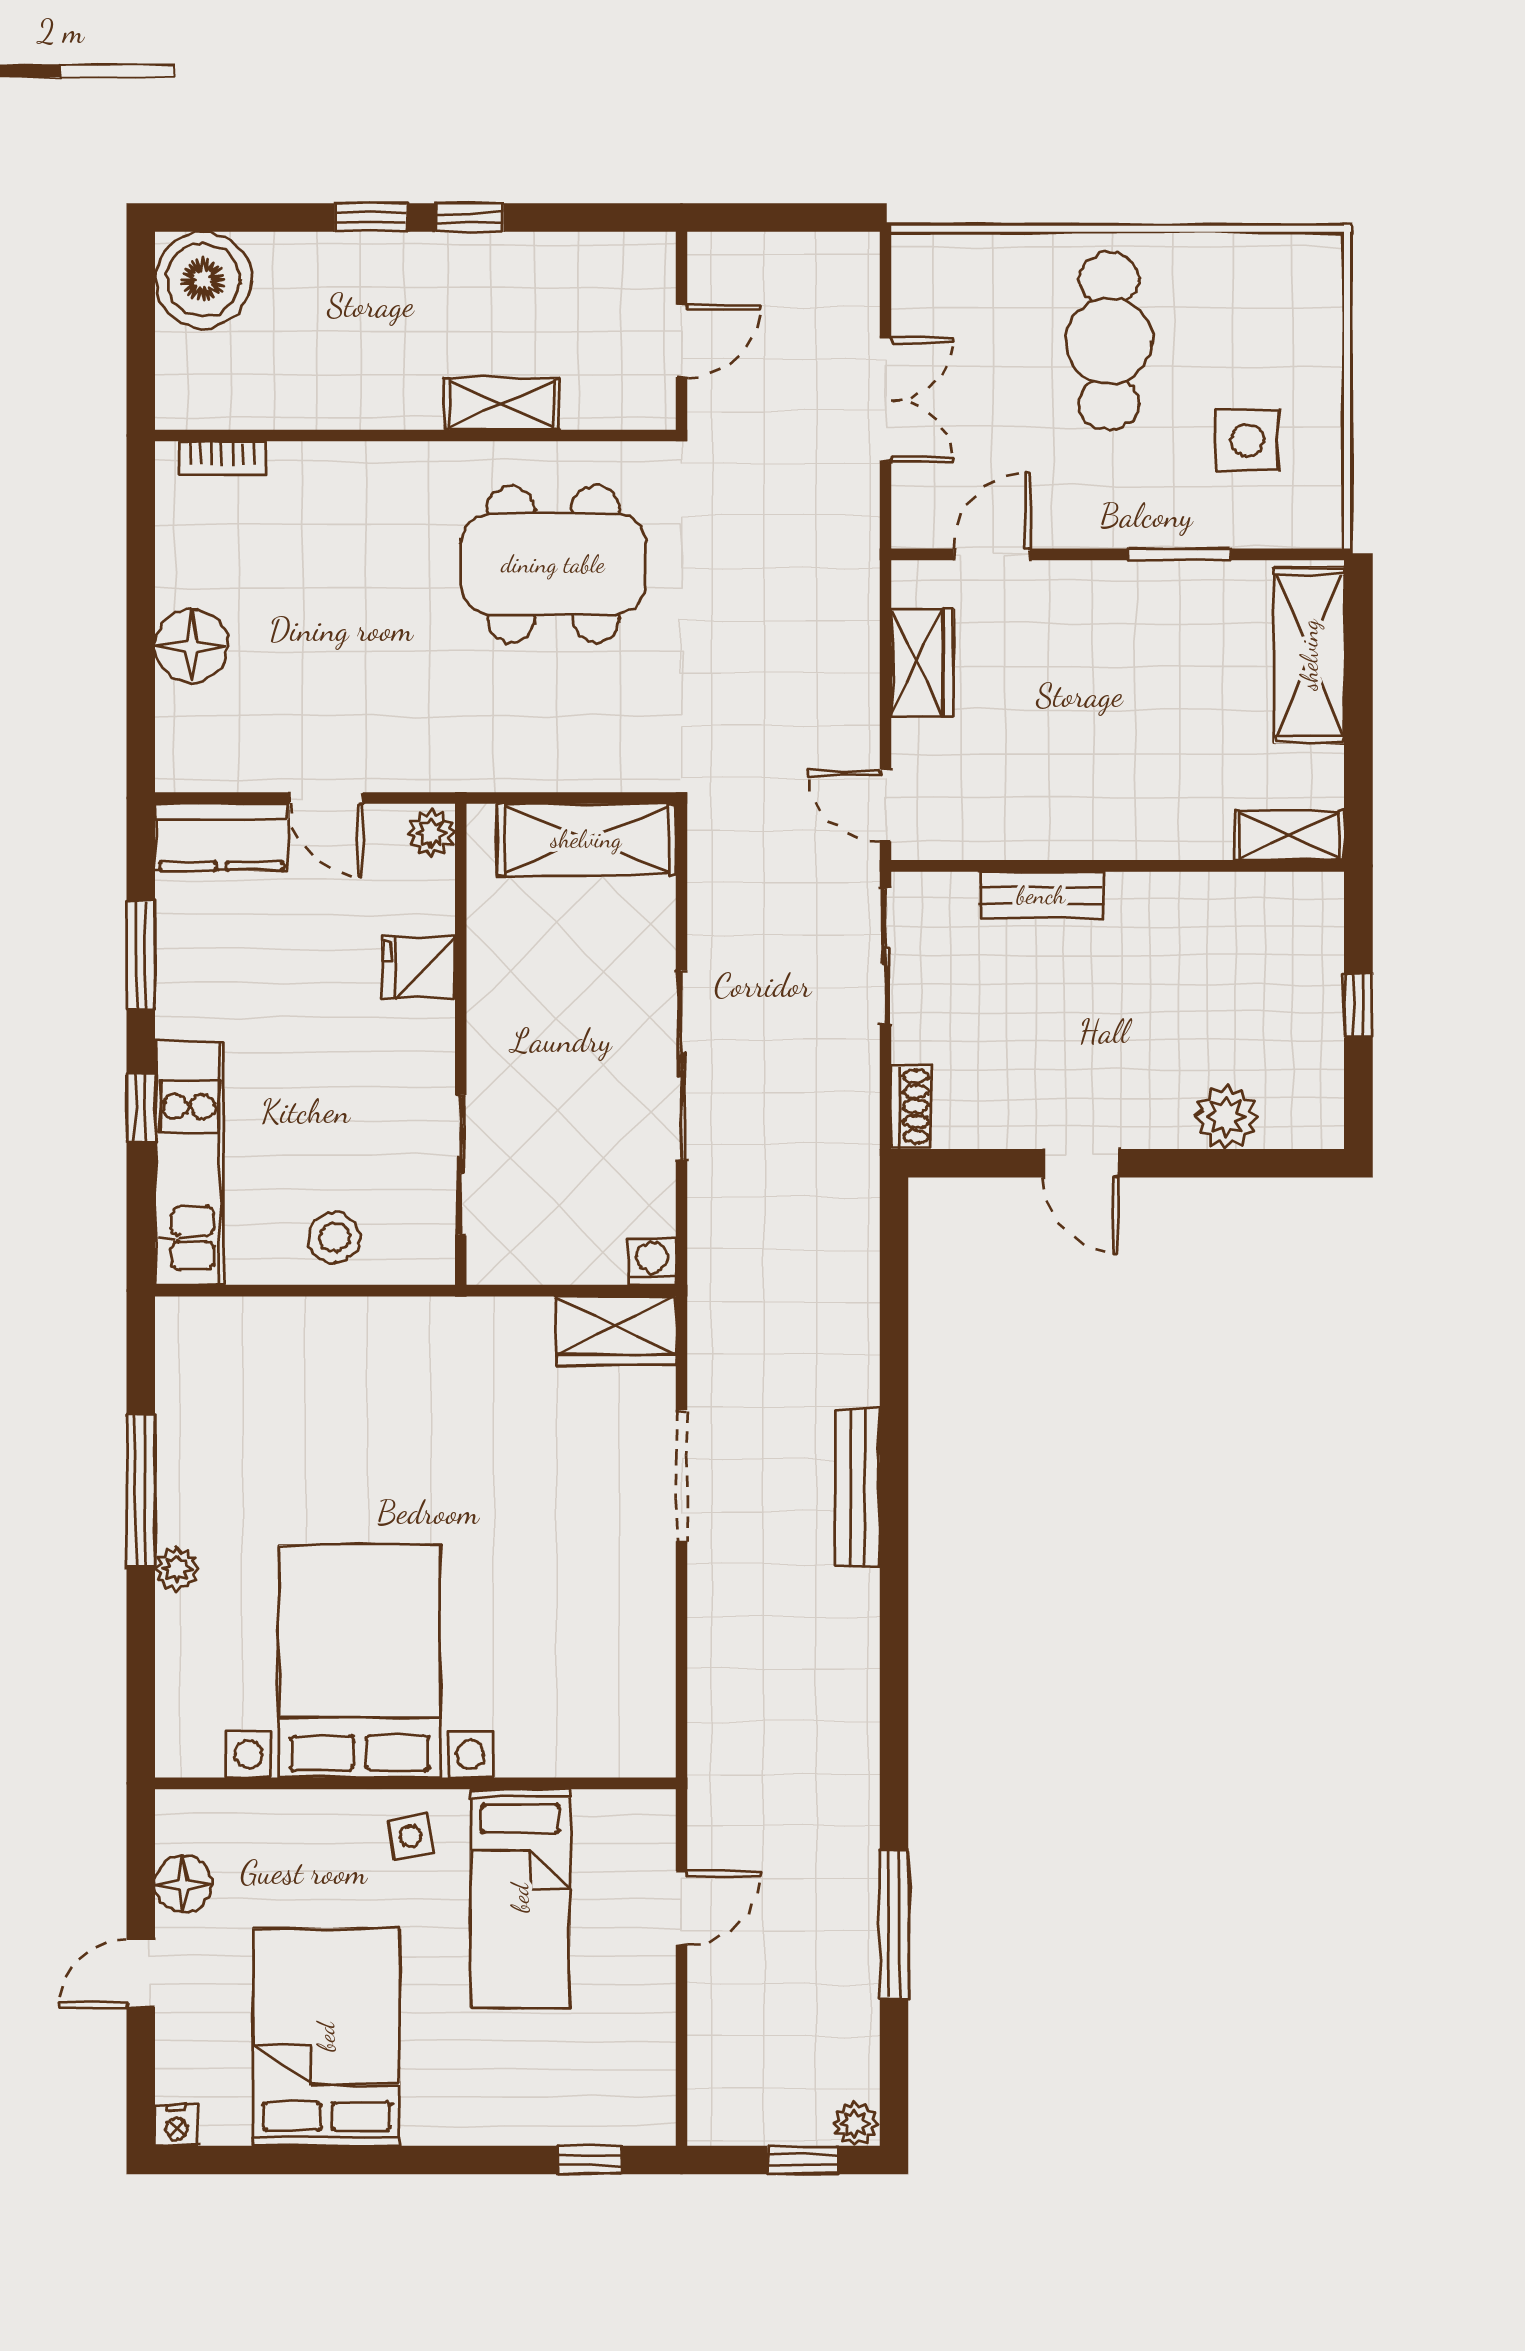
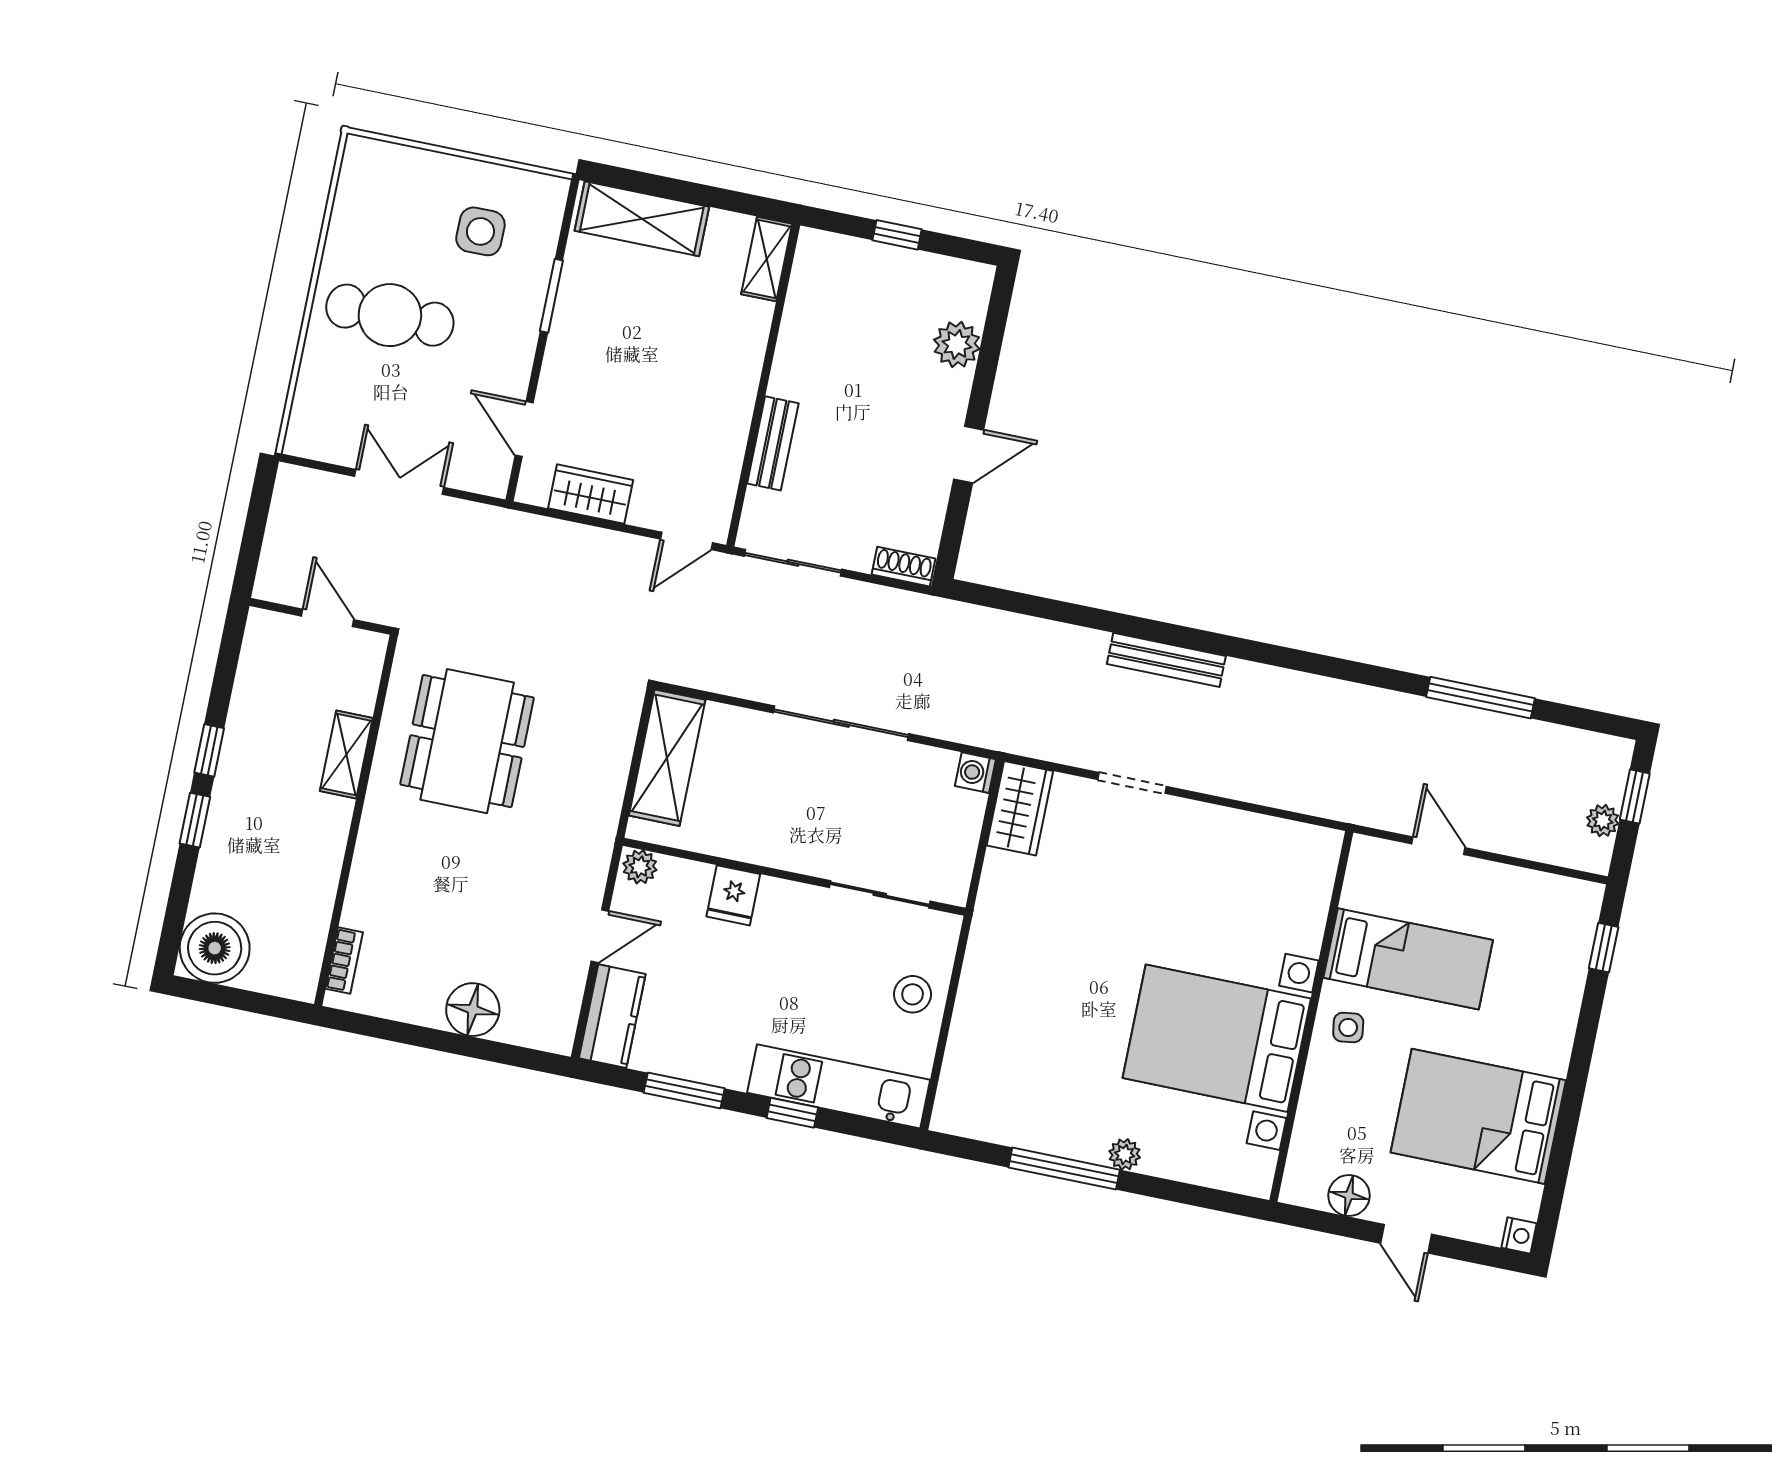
doorway: (682, 1476) -> (1132, 783), width x0.73
plant: (855, 2123) -> (1603, 821), moved

